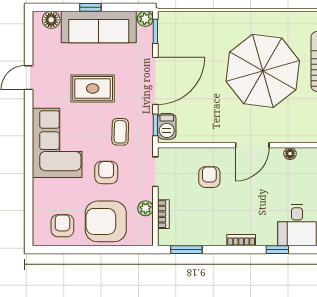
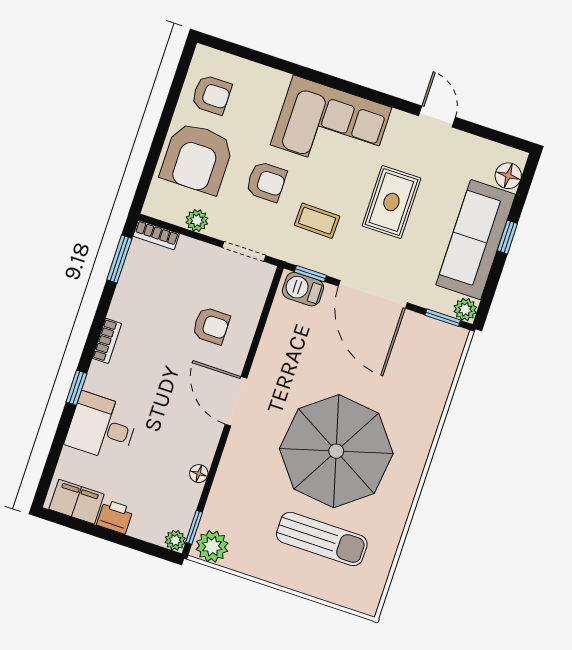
floor lamp: (290, 154) -> (199, 474), moved
bookcase: (163, 214) -> (156, 235), moved
armchair: (106, 221) -> (197, 158), turned 180

